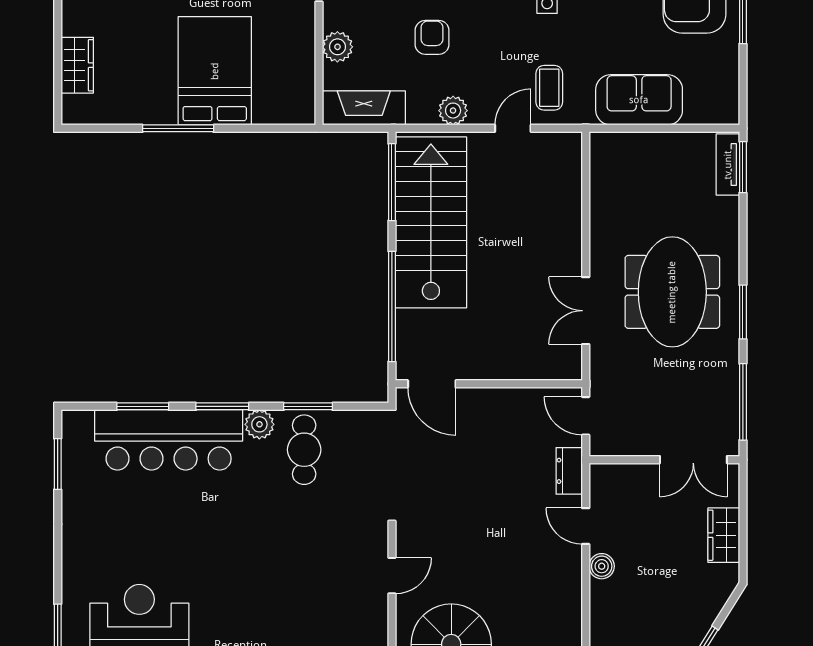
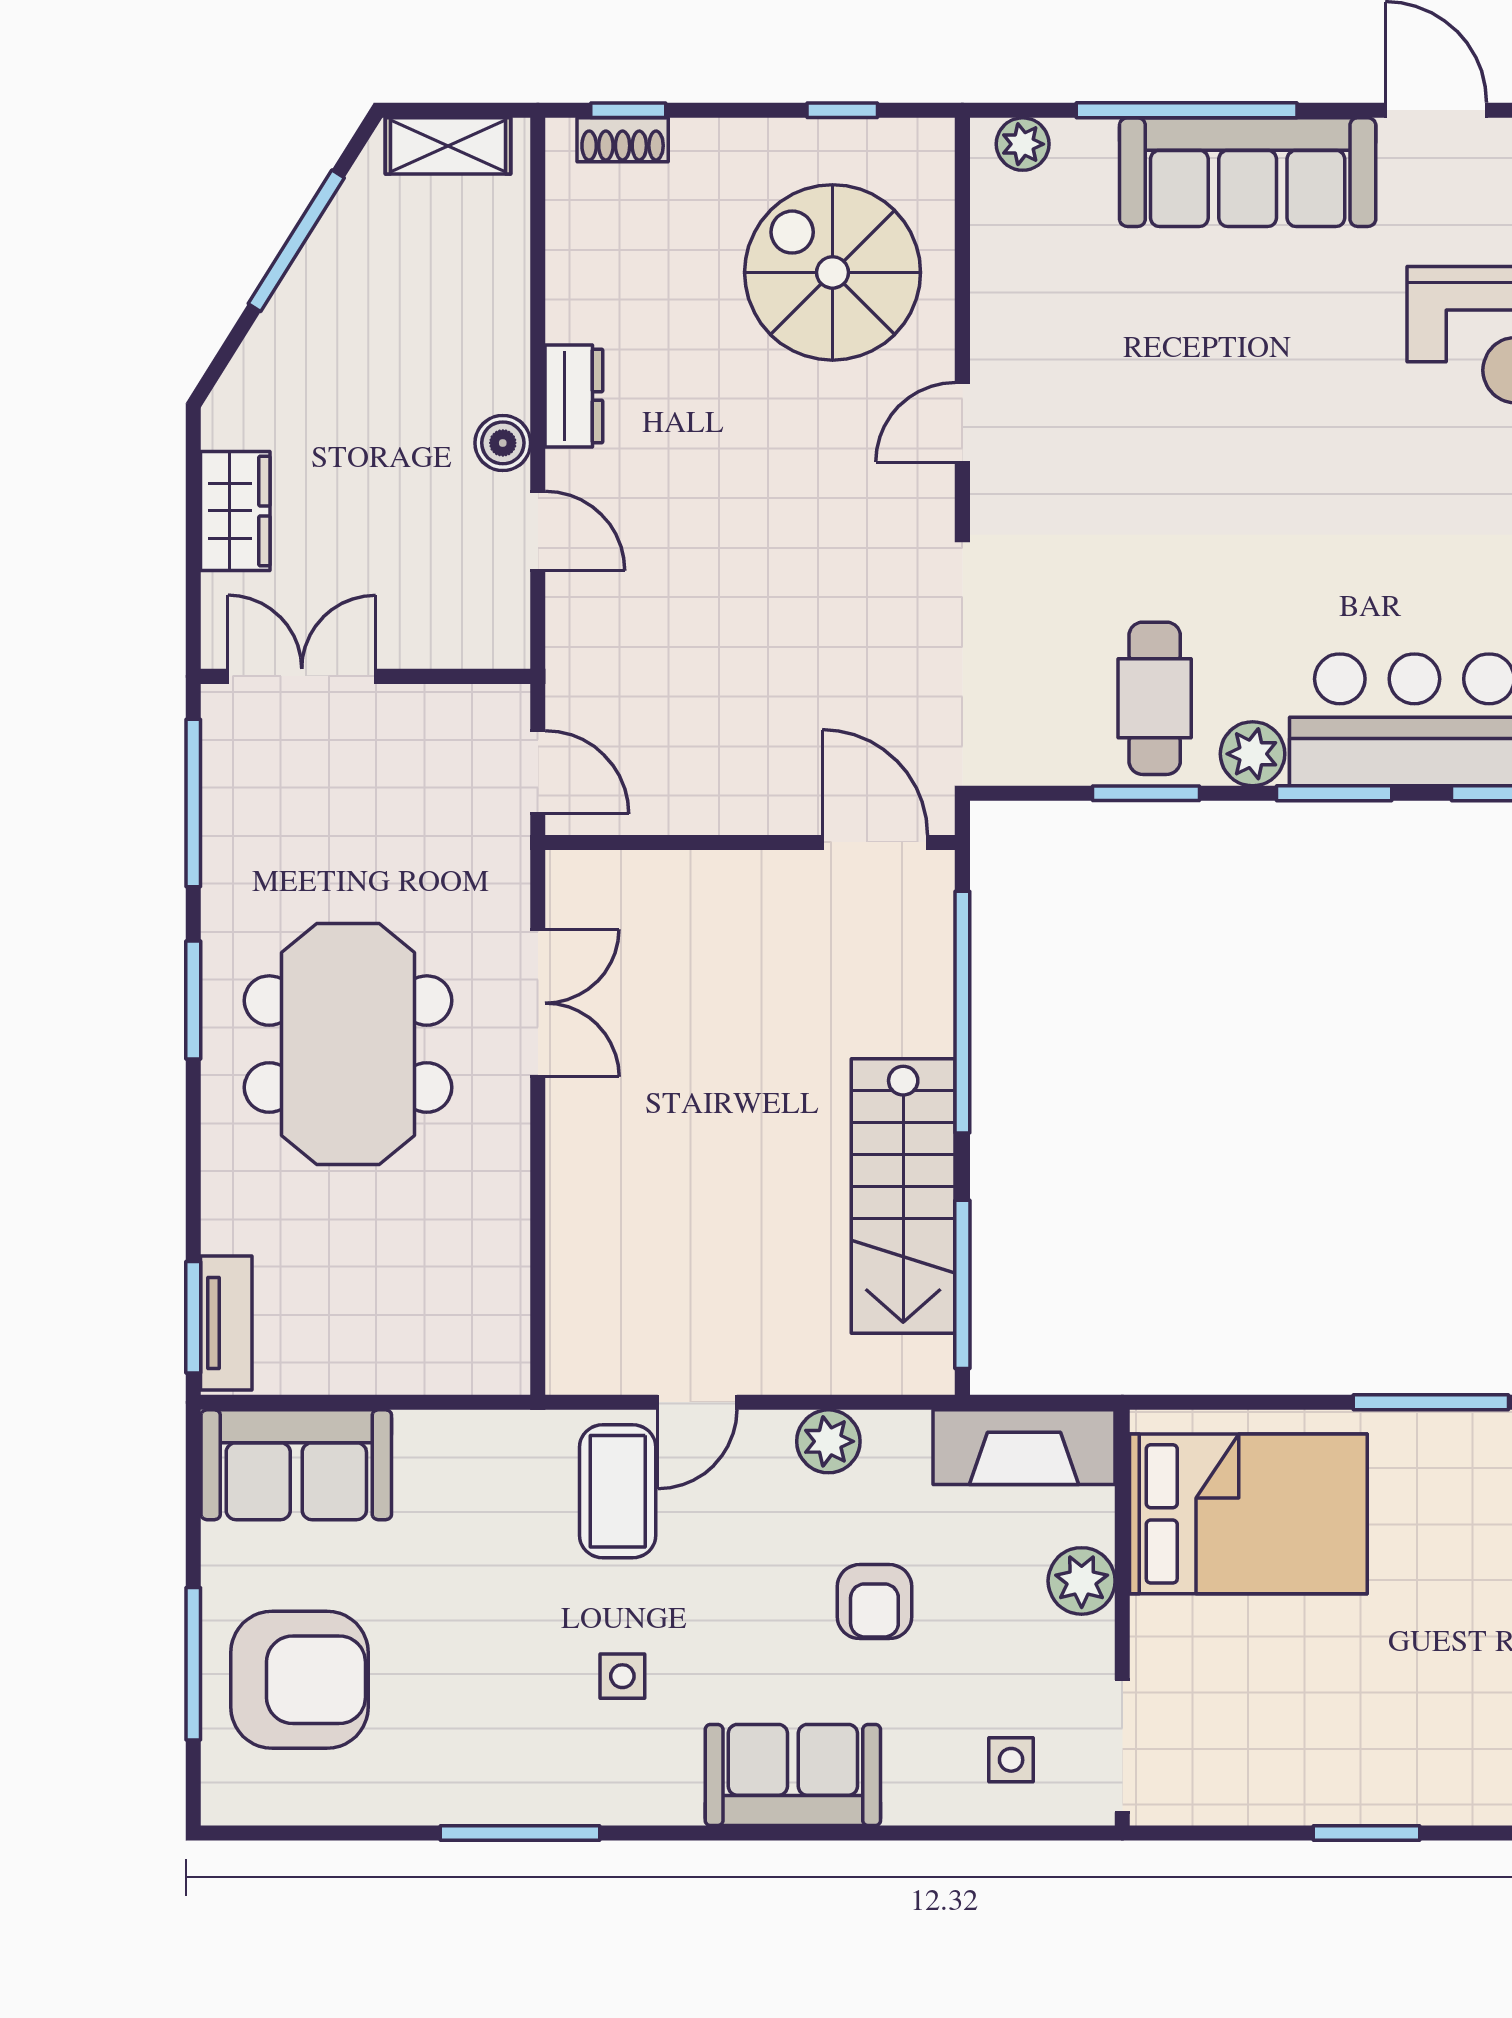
bed: (215, 71) -> (1248, 1514), moved, turned -90
coffee table: (549, 88) -> (618, 1491), width x1.36, depth x1.30
sofa: (639, 100) -> (296, 1465), moved
stairs: (431, 222) -> (903, 1196), width x0.73, depth x0.66
dresser: (569, 471) -> (574, 396), moved

